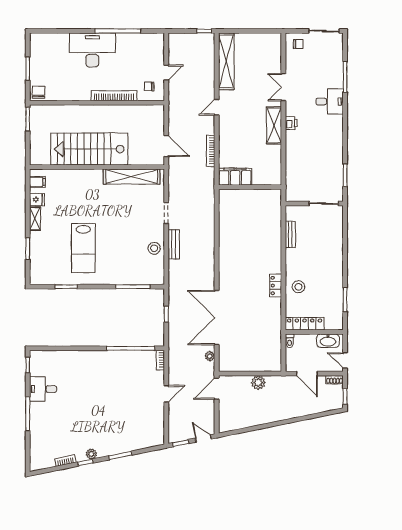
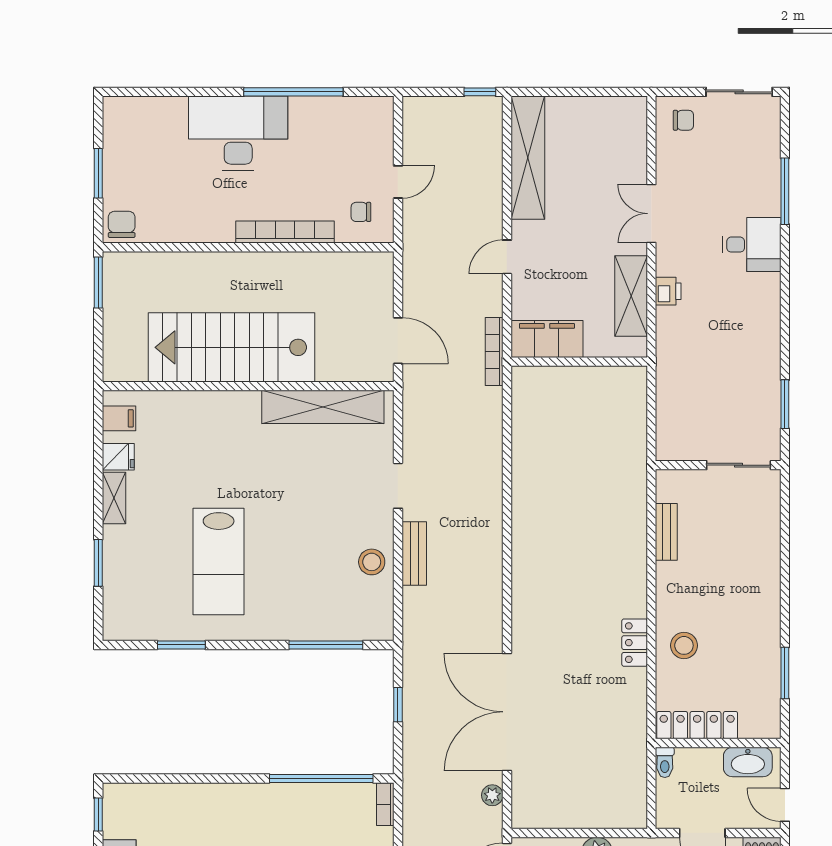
filing cabinet: (235, 177) -> (547, 339), moved
wall: (250, 187) -> (579, 362), moved

